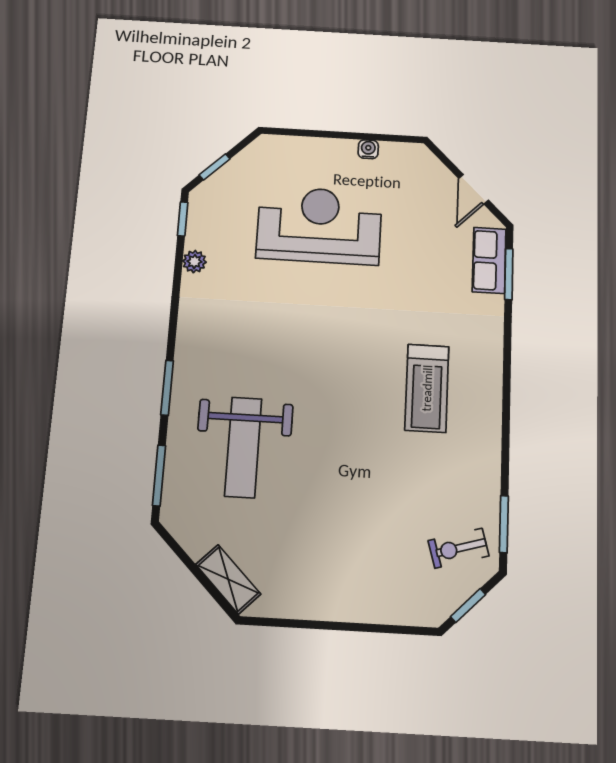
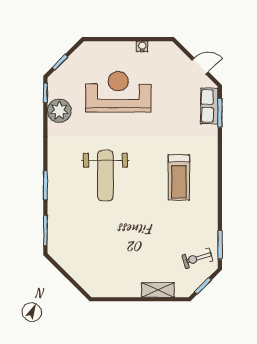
door: (474, 189) -> (200, 66), swing flipped
plant: (194, 262) -> (59, 111), width x1.88, depth x1.88
weight bench: (243, 447) -> (105, 176), moved
shelving: (228, 579) -> (158, 290), moved, turned -45

